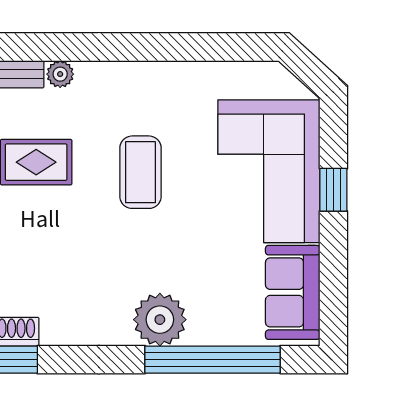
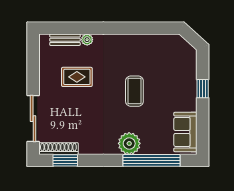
corner sofa: (269, 171) -> (175, 81), removed
coffee table: (141, 172) -> (134, 91), moved

